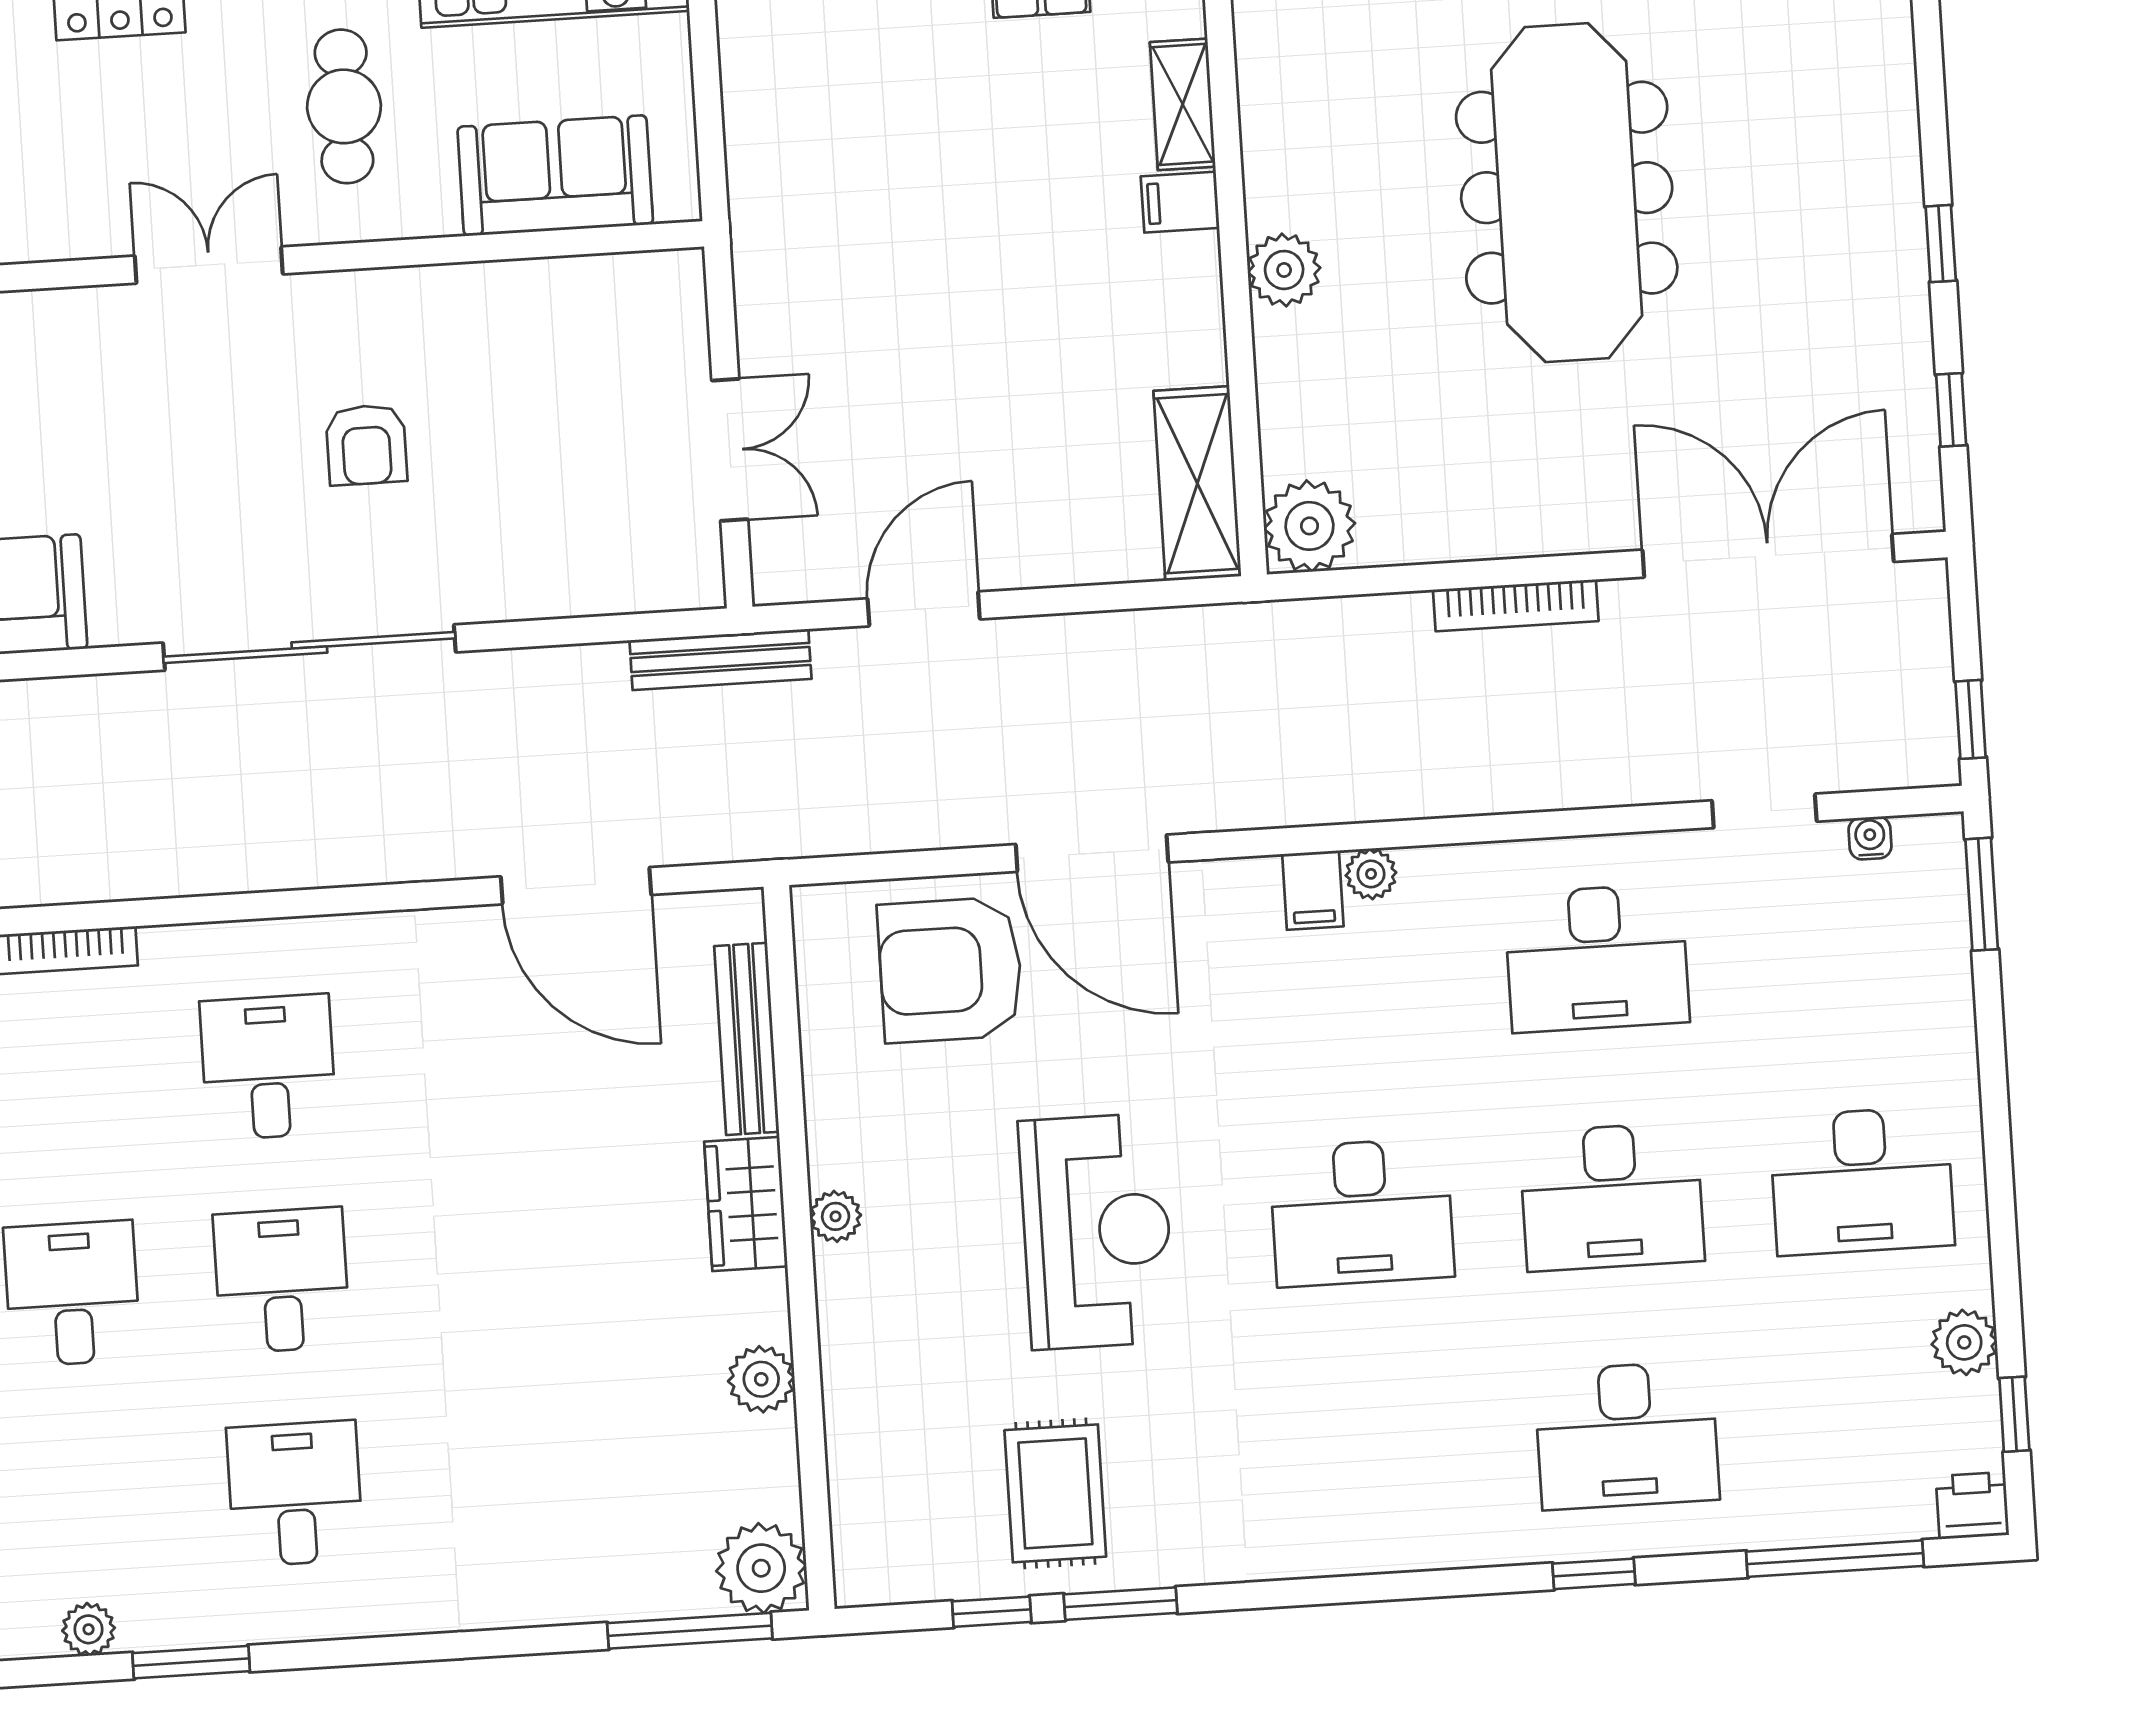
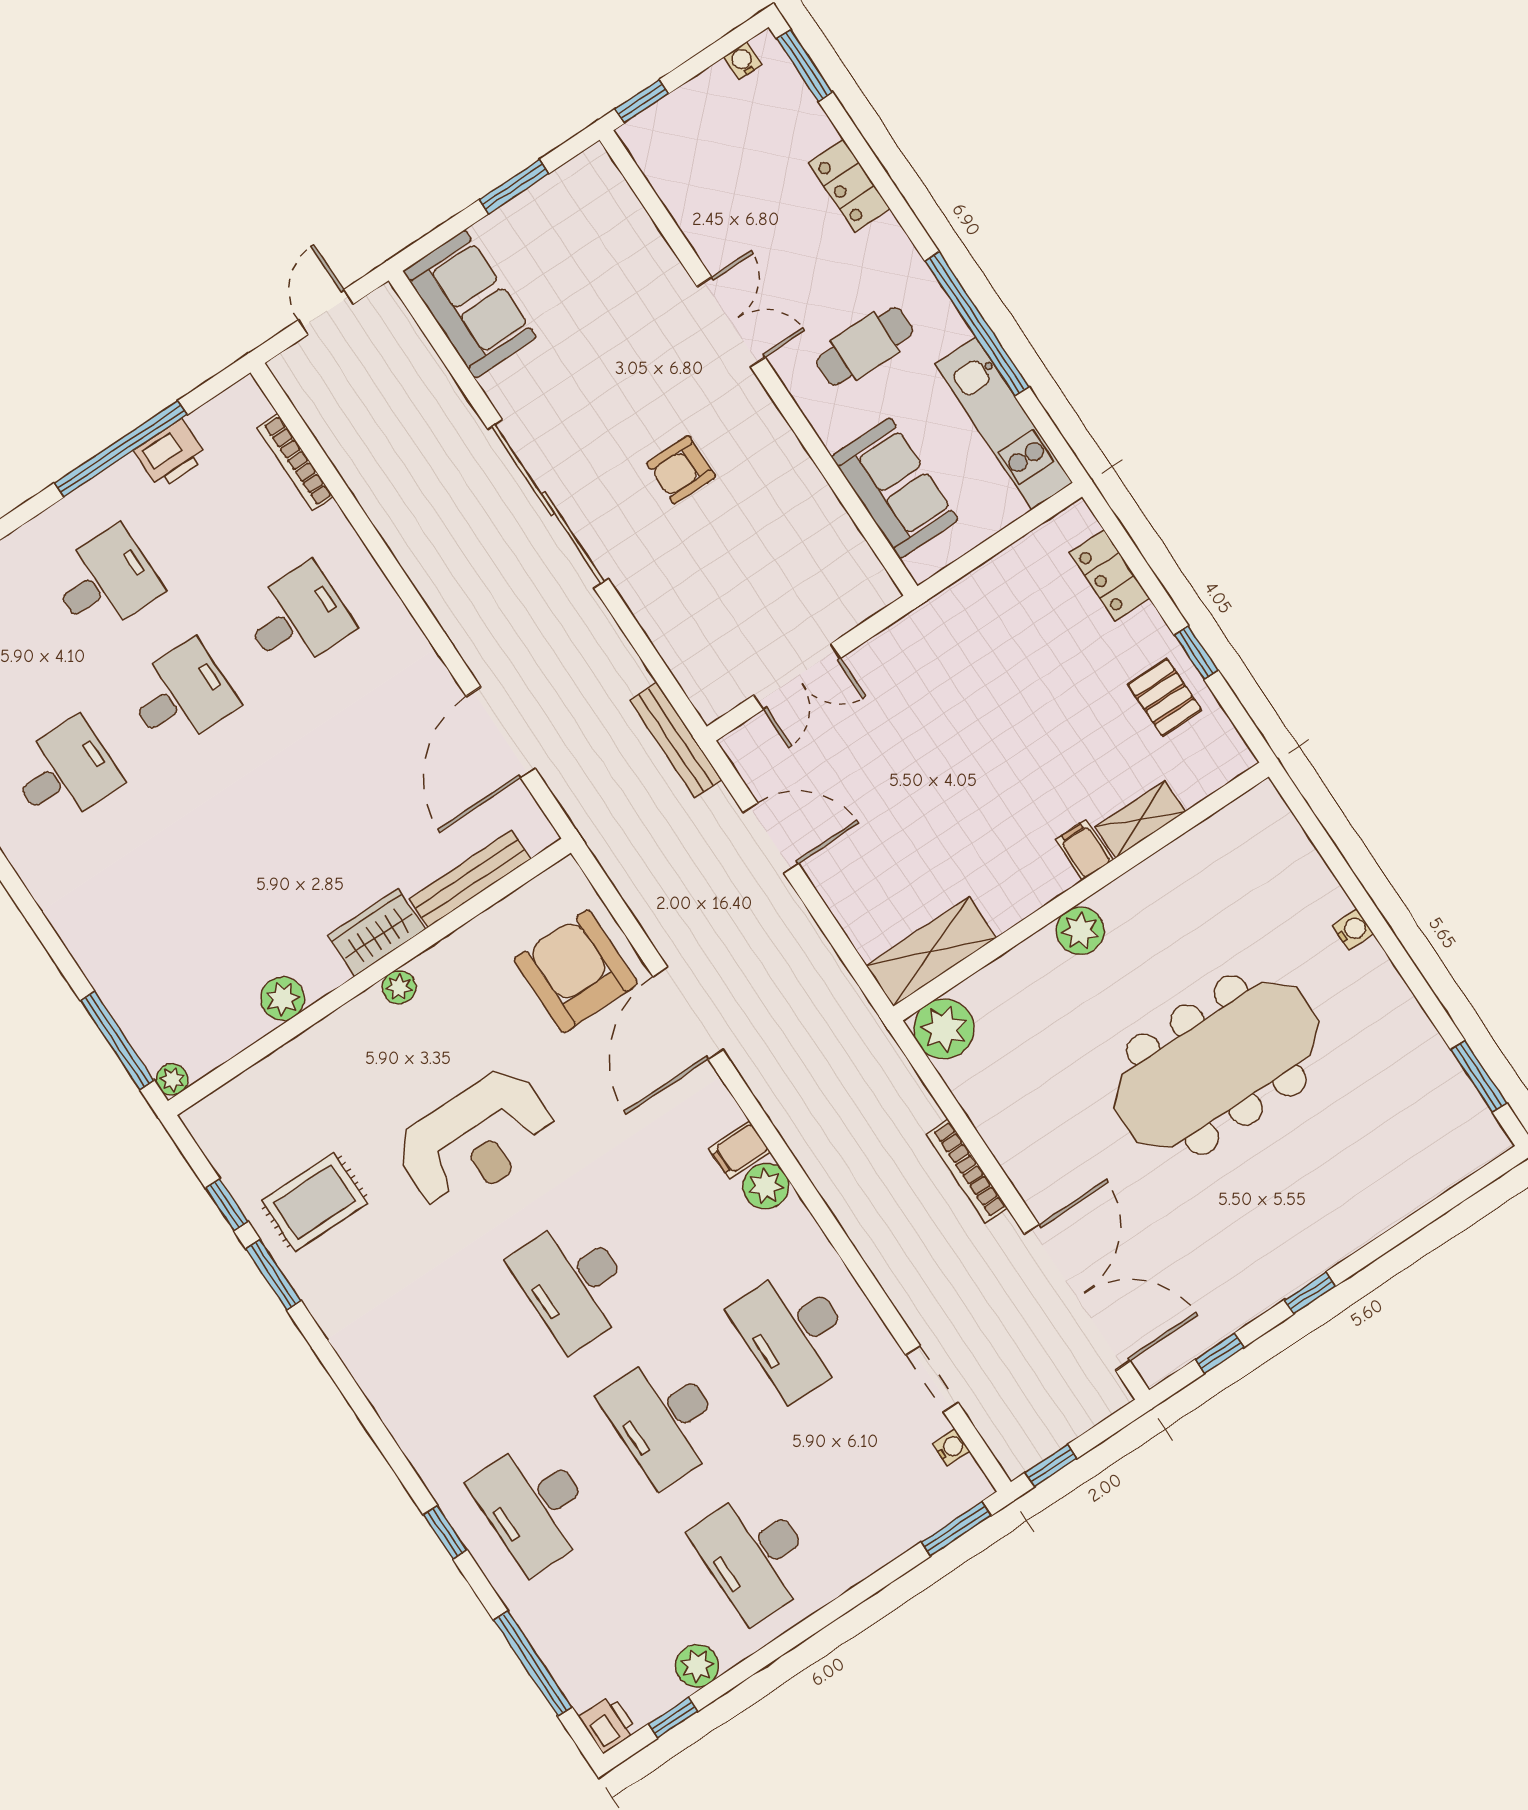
plant: (1371, 874) -> (766, 1186), width x1.38, depth x1.38
plant: (761, 1568) -> (172, 1079), width x0.53, depth x0.53

